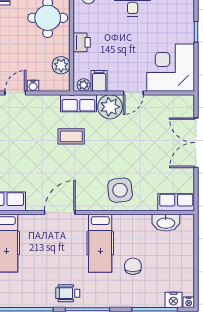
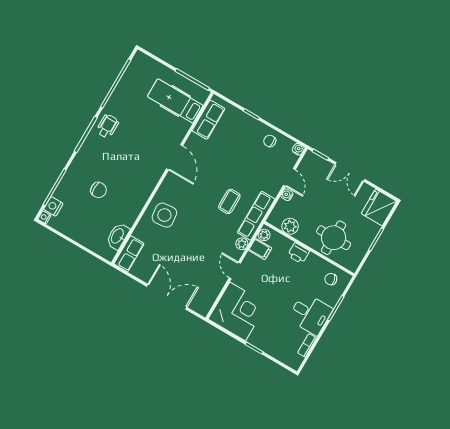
row of seats: (79, 103) -> (256, 216), width x1.48
plant: (110, 107) -> (242, 244), width x0.53, depth x0.53
hospital bed: (100, 243) -> (132, 175), removed

